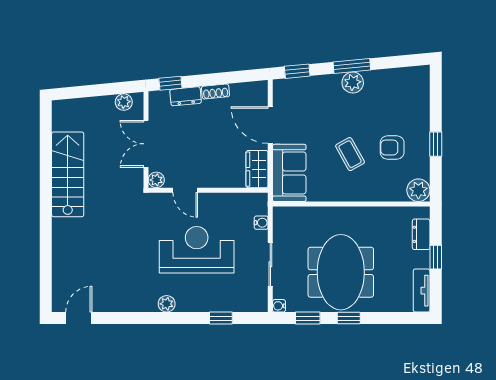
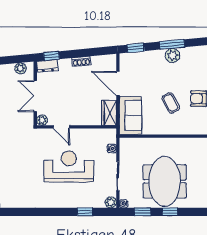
dresser: (186, 96) -> (47, 66), moved
plant: (167, 304) -> (111, 202), moved

